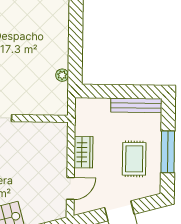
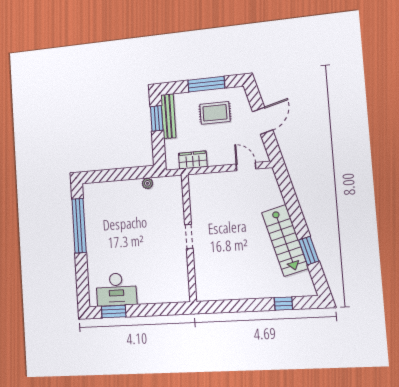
window: (135, 92) -> (157, 118), added
wardrobe: (83, 152) -> (193, 160), moved

